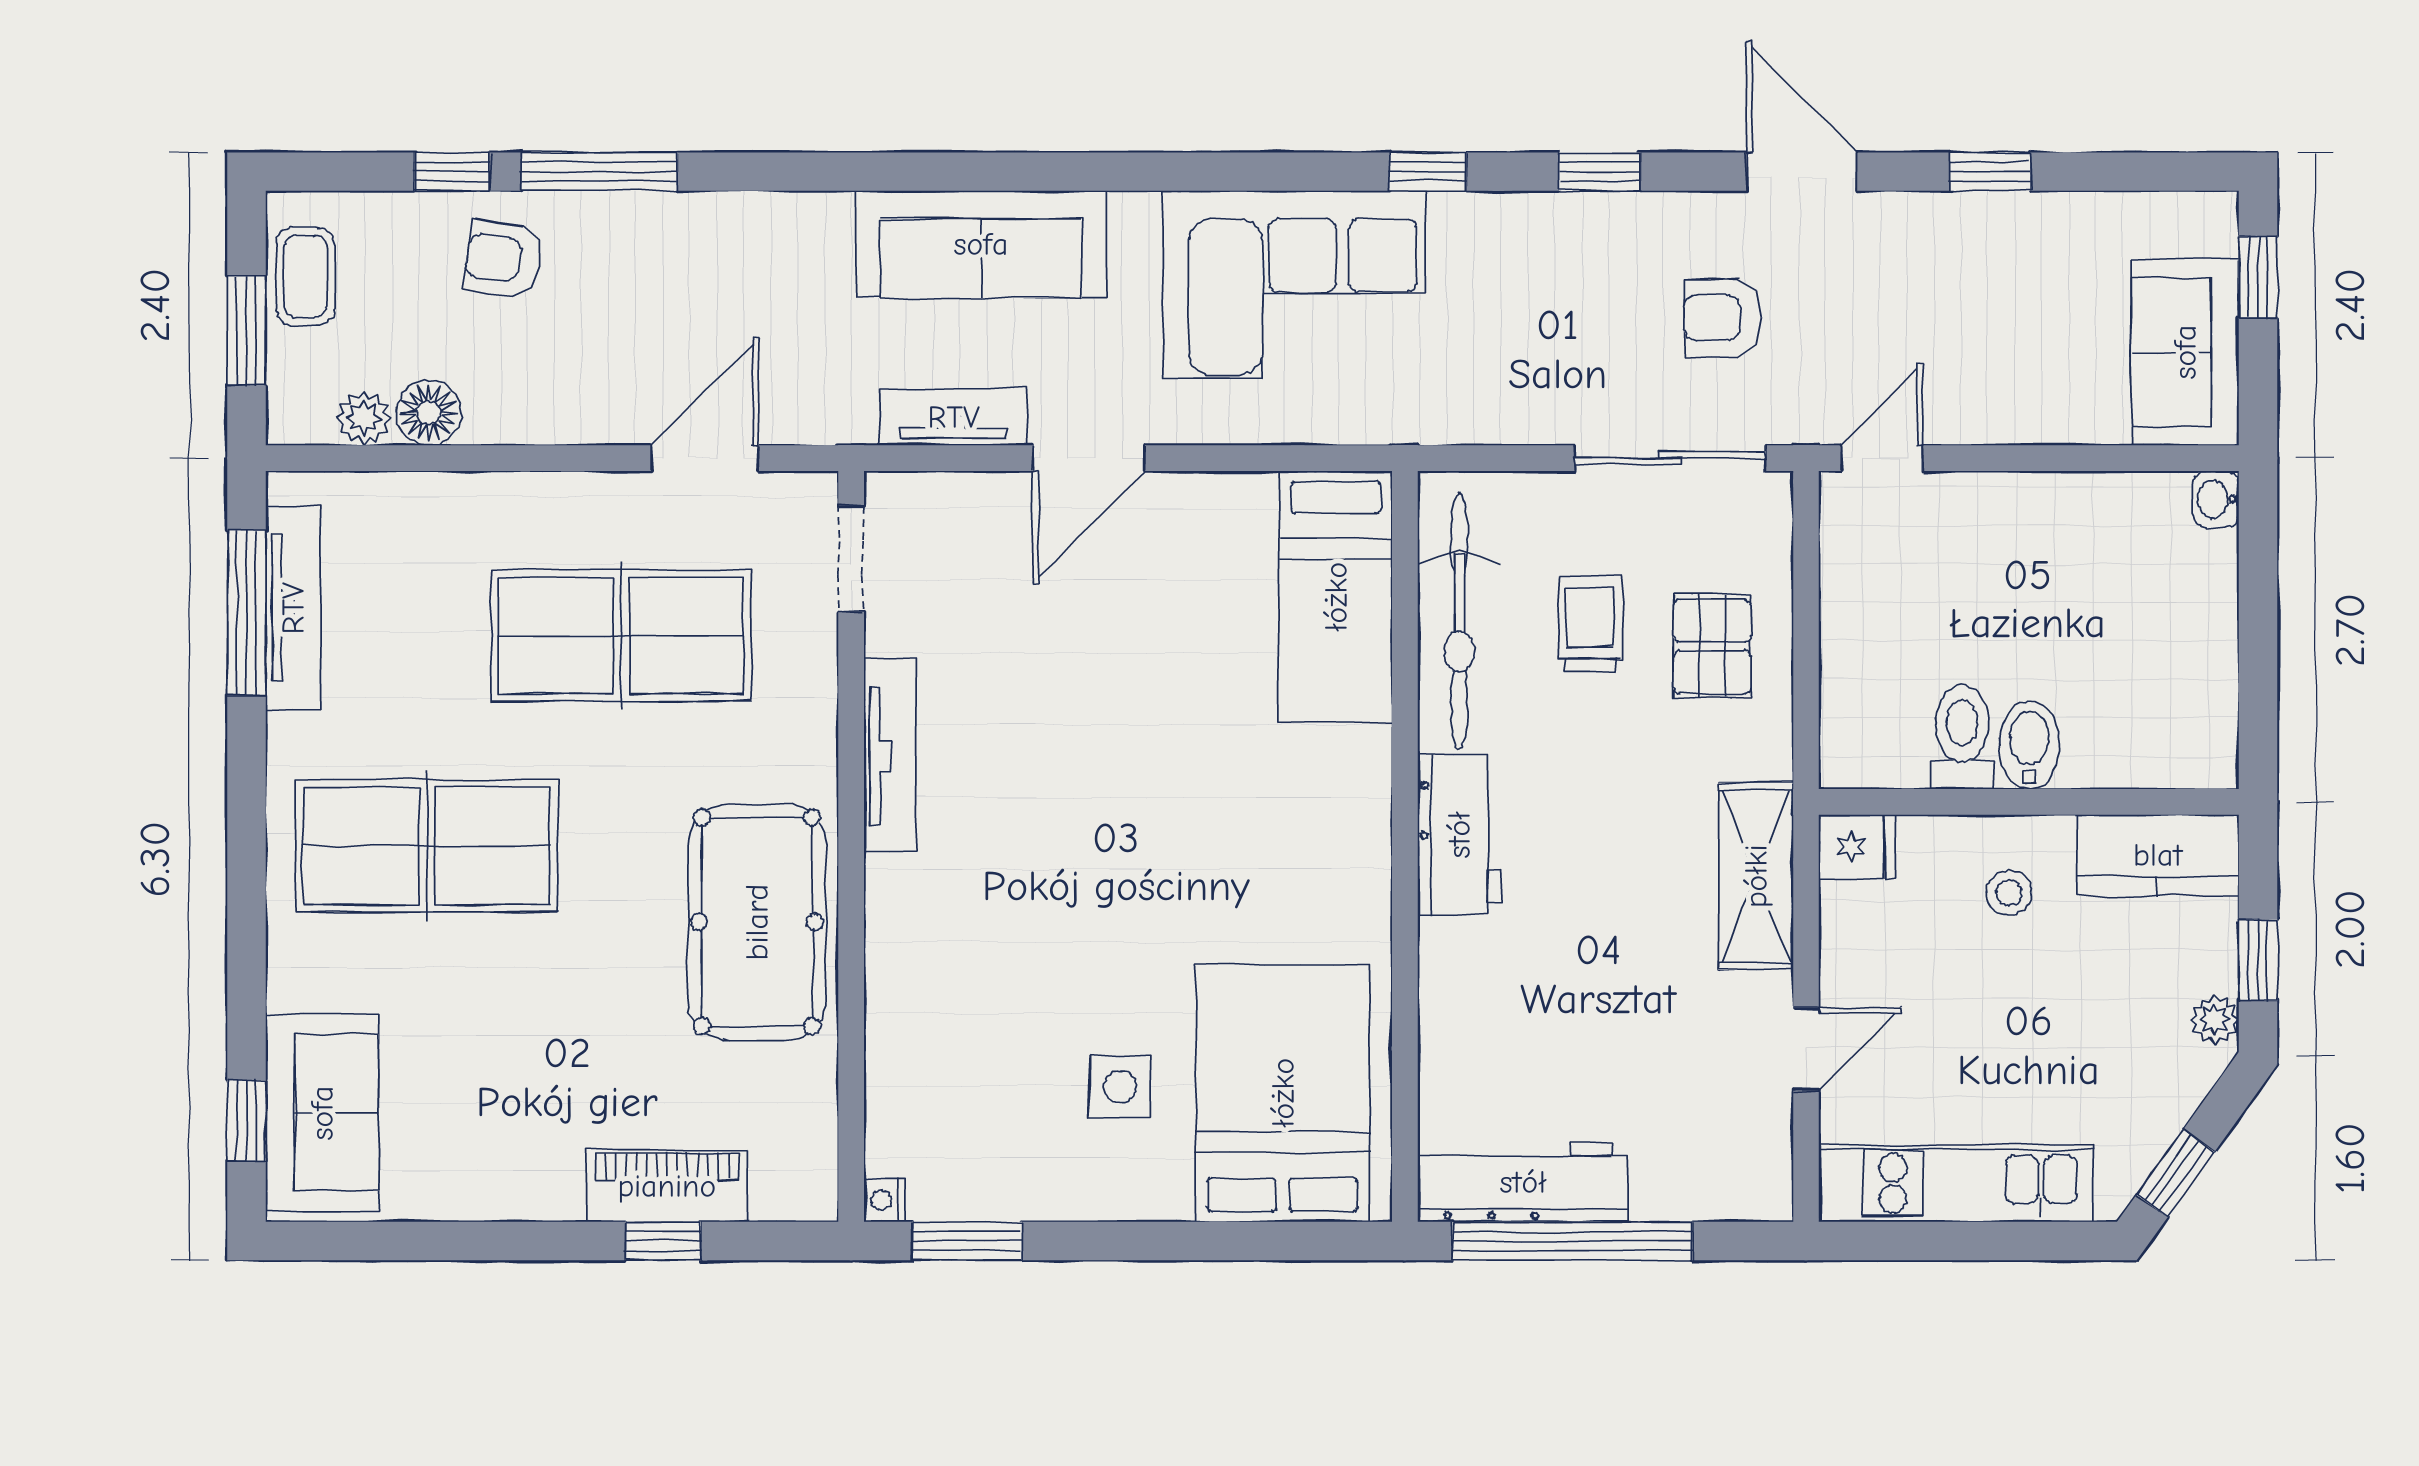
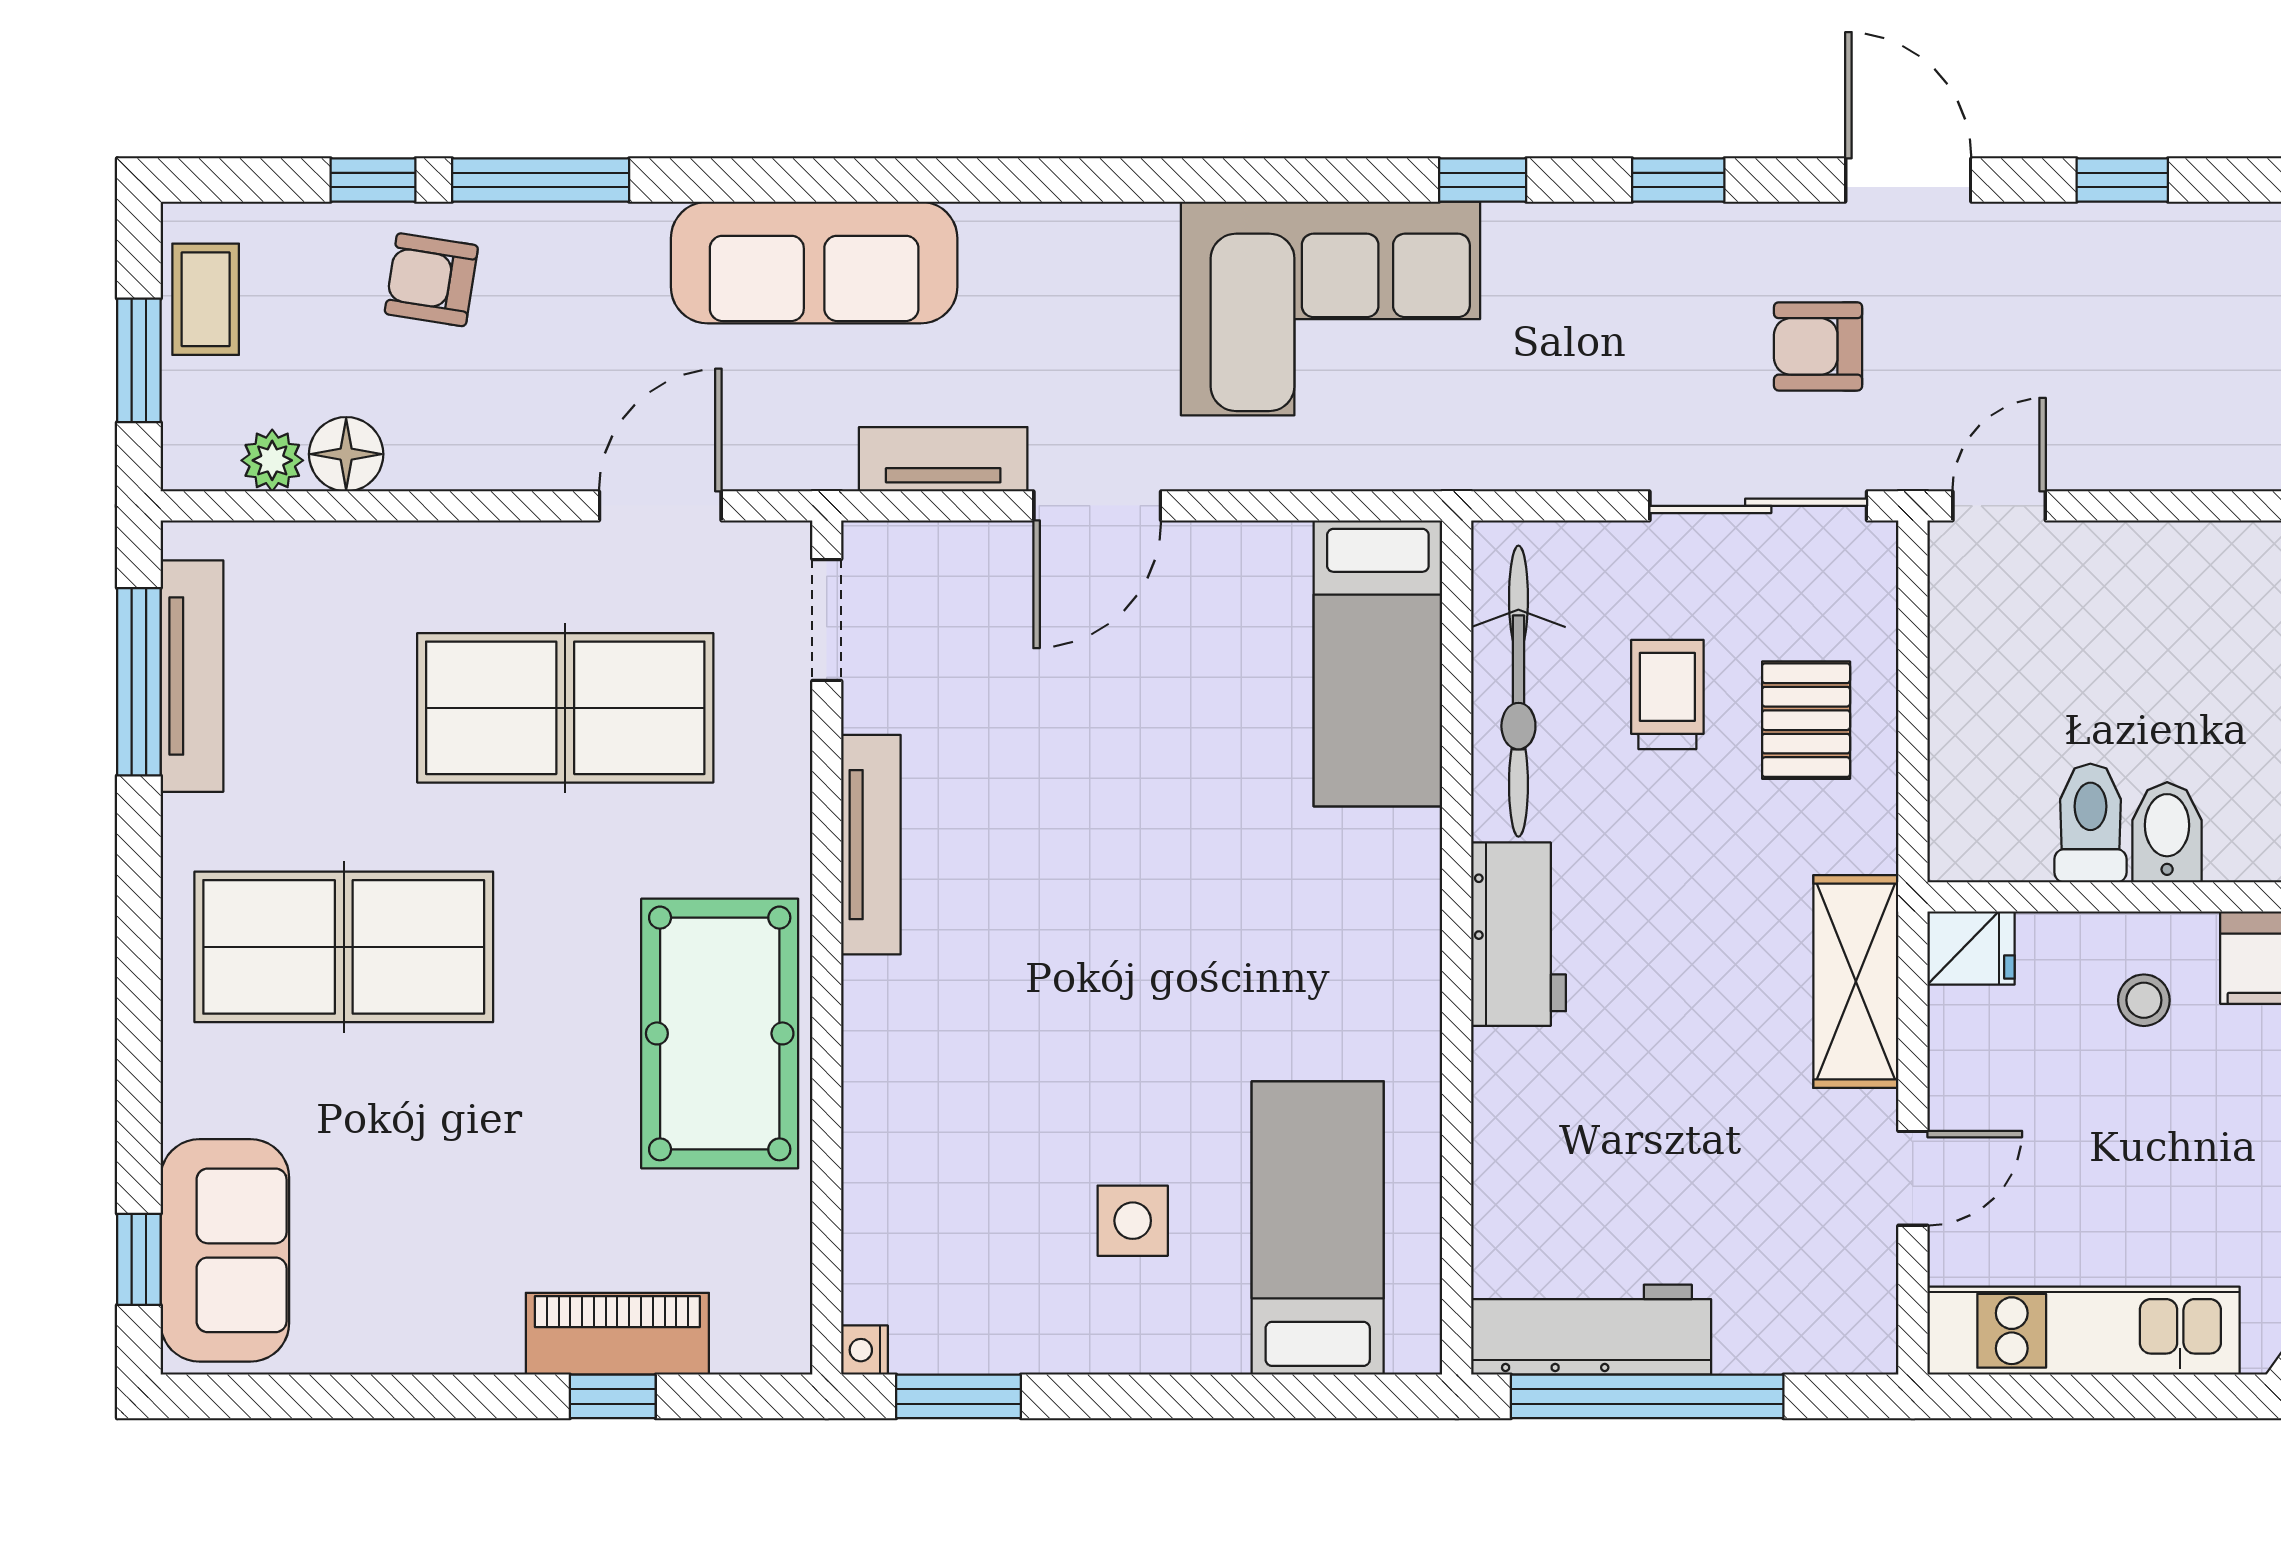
sofa: (981, 244) -> (814, 263), moved
bed: (1283, 1093) -> (1318, 1228), width x0.67

